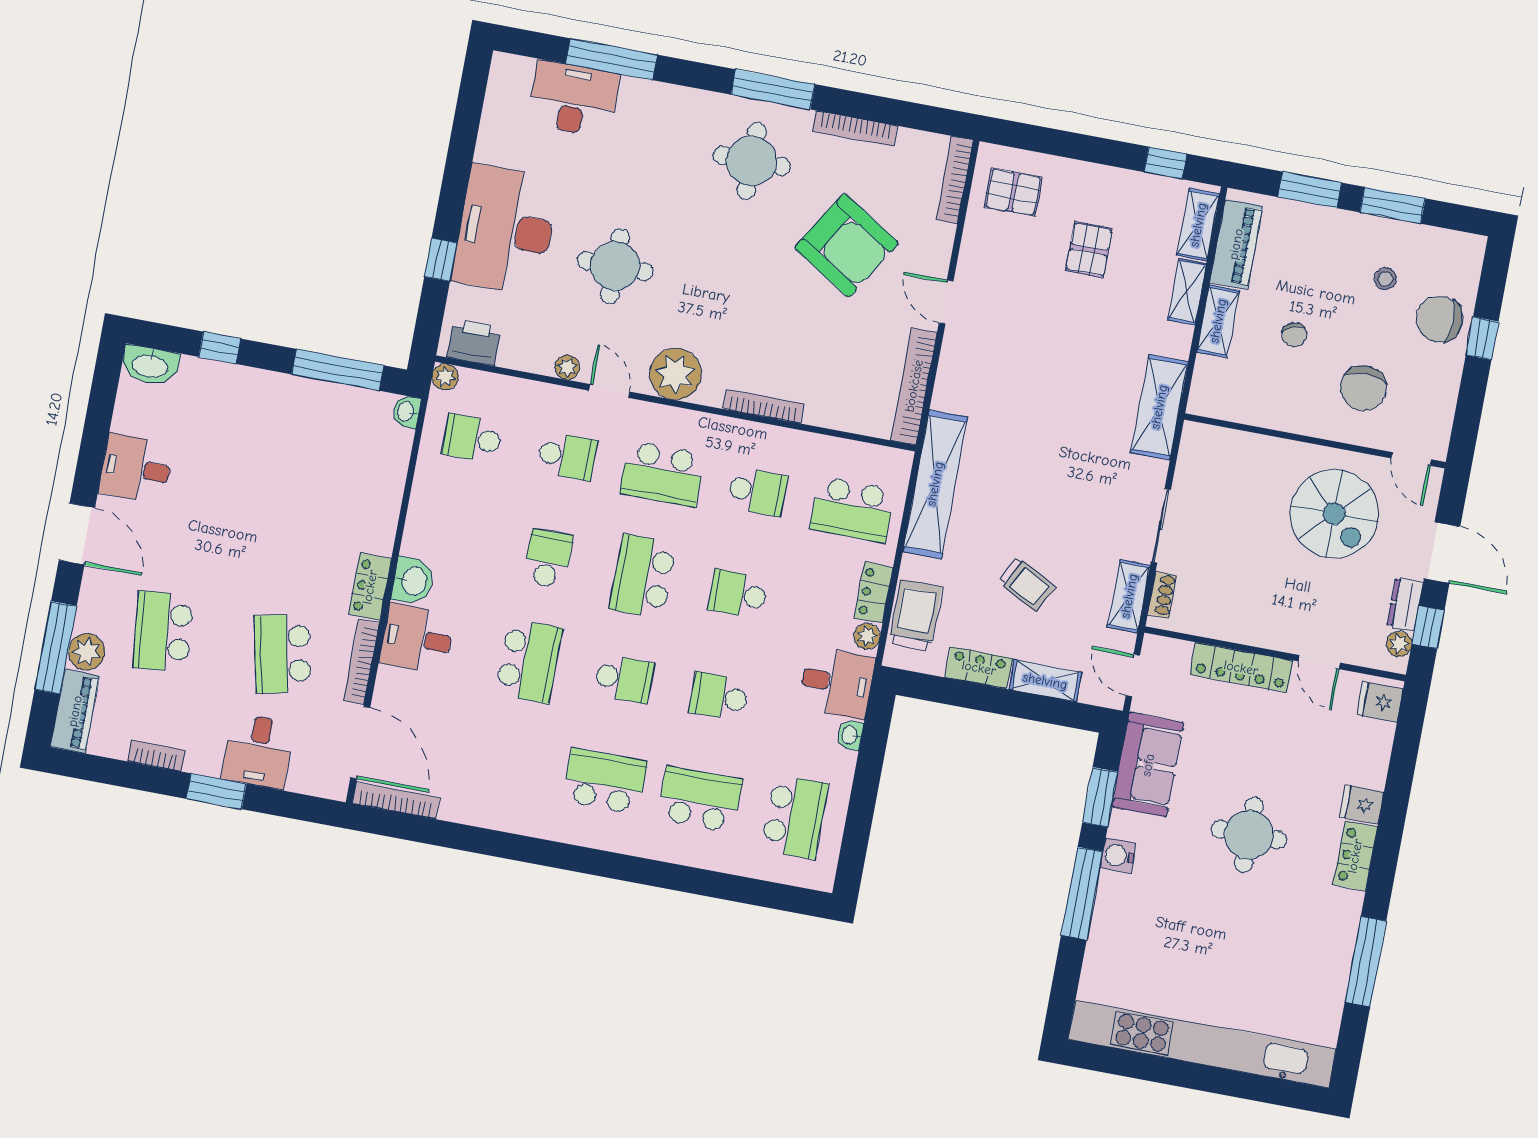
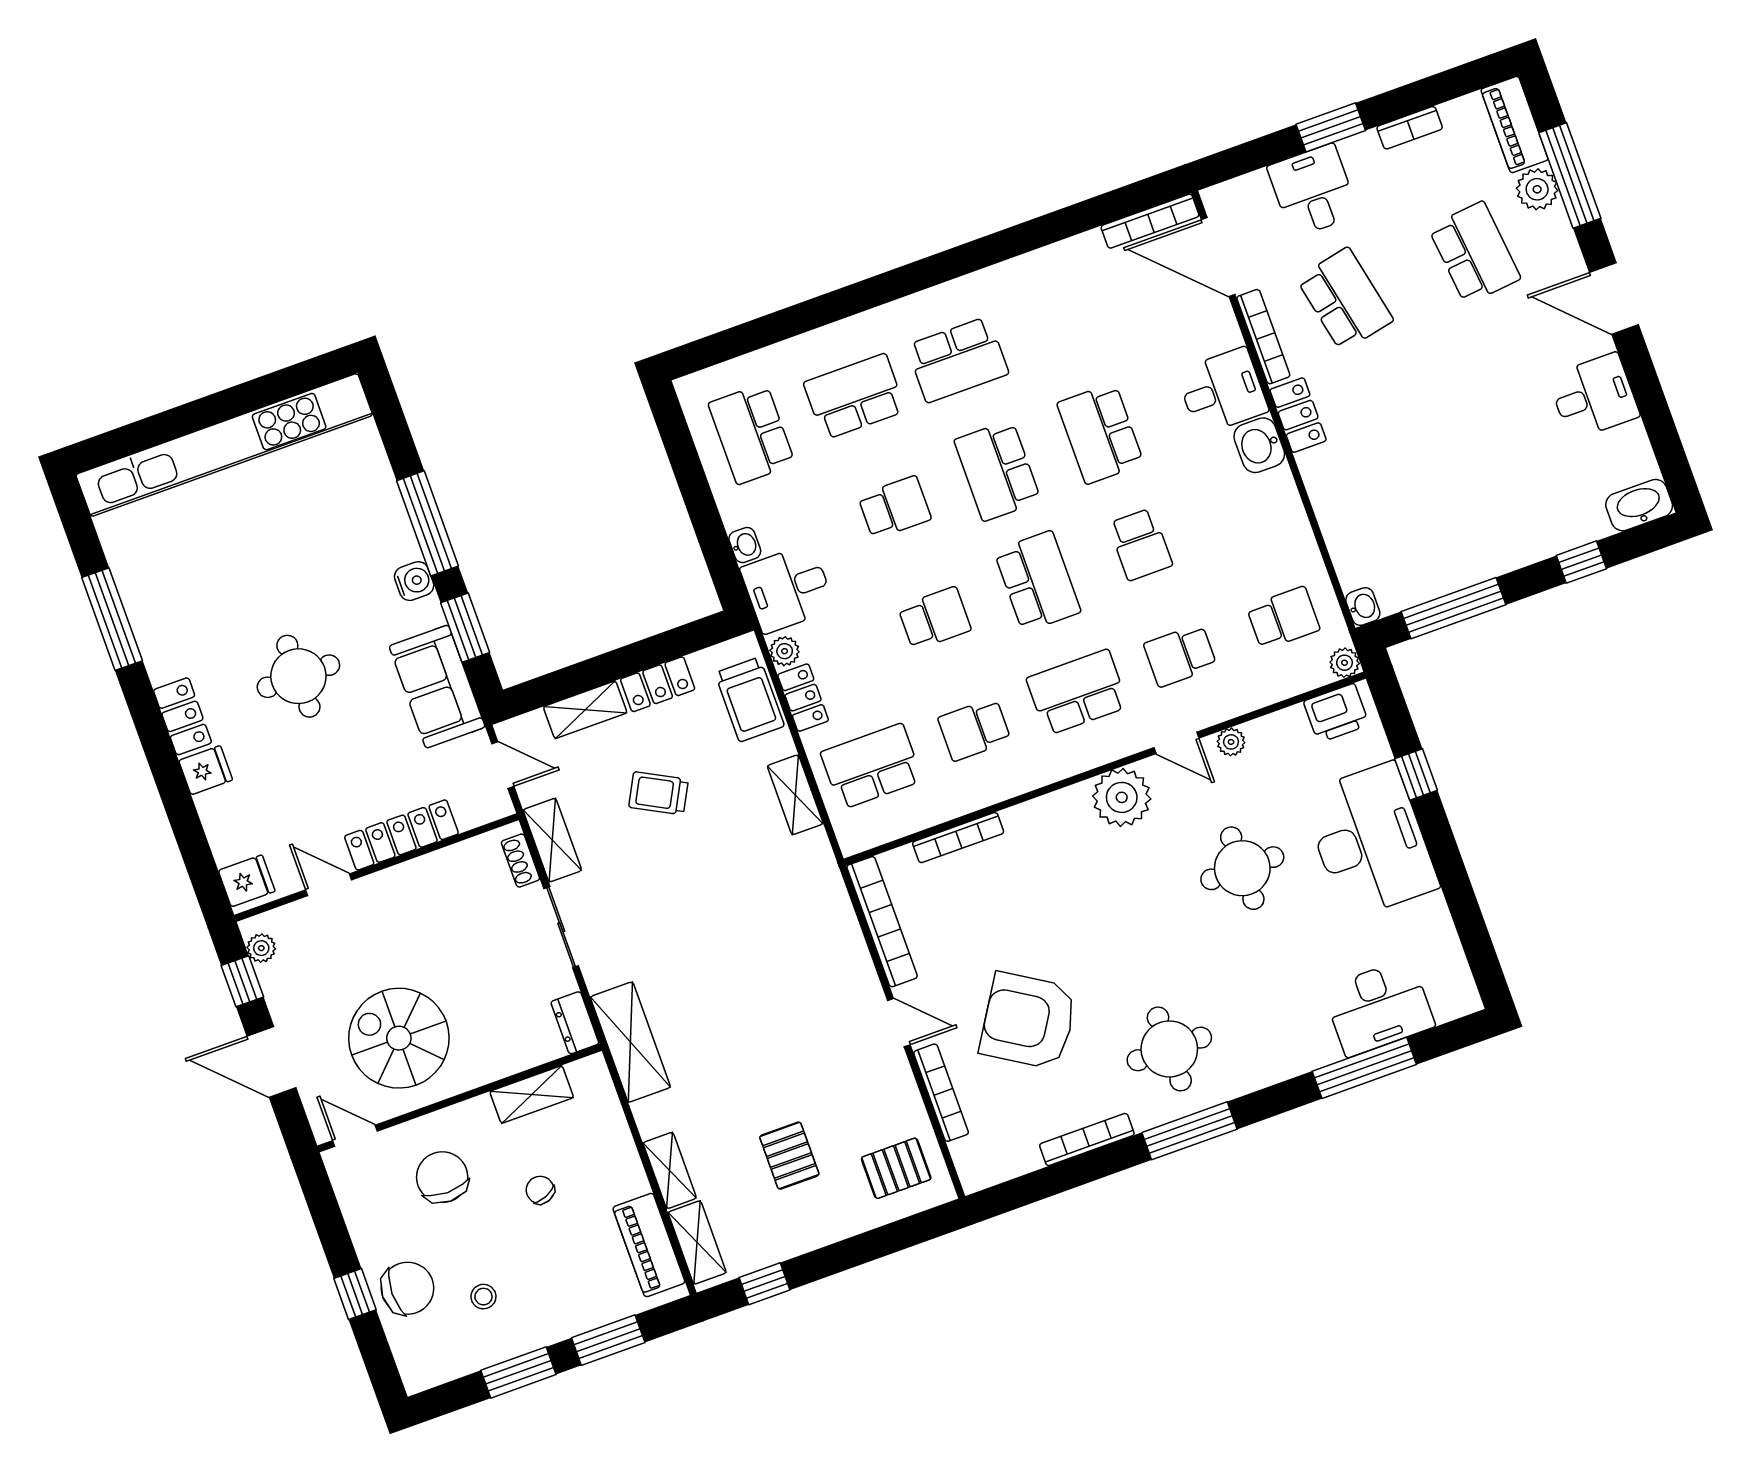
bookcase: (955, 180) -> (941, 1093), moved
shelving: (1218, 321) -> (532, 1094), moved, turned 90
bookcase: (763, 406) -> (958, 838), moved
shelving: (935, 484) -> (795, 795), width x0.45, depth x0.75
dresser: (1405, 604) -> (575, 1023), moved, turned 180
school desk: (624, 679) -> (997, 471), width x1.85
school desk: (700, 799) -> (855, 397), turned 180

